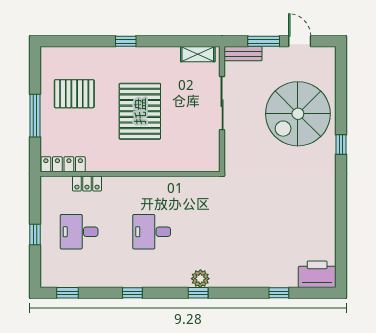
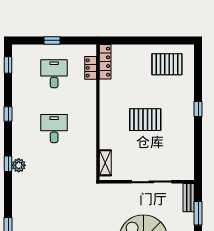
shelving: (198, 54) -> (105, 163), moved
pallet: (74, 94) -> (167, 64), moved, turned 90
pallet: (140, 111) -> (145, 120), width x0.73, depth x0.71
window: (35, 116) -> (142, 40), removed
locker: (87, 184) -> (91, 68), moved

